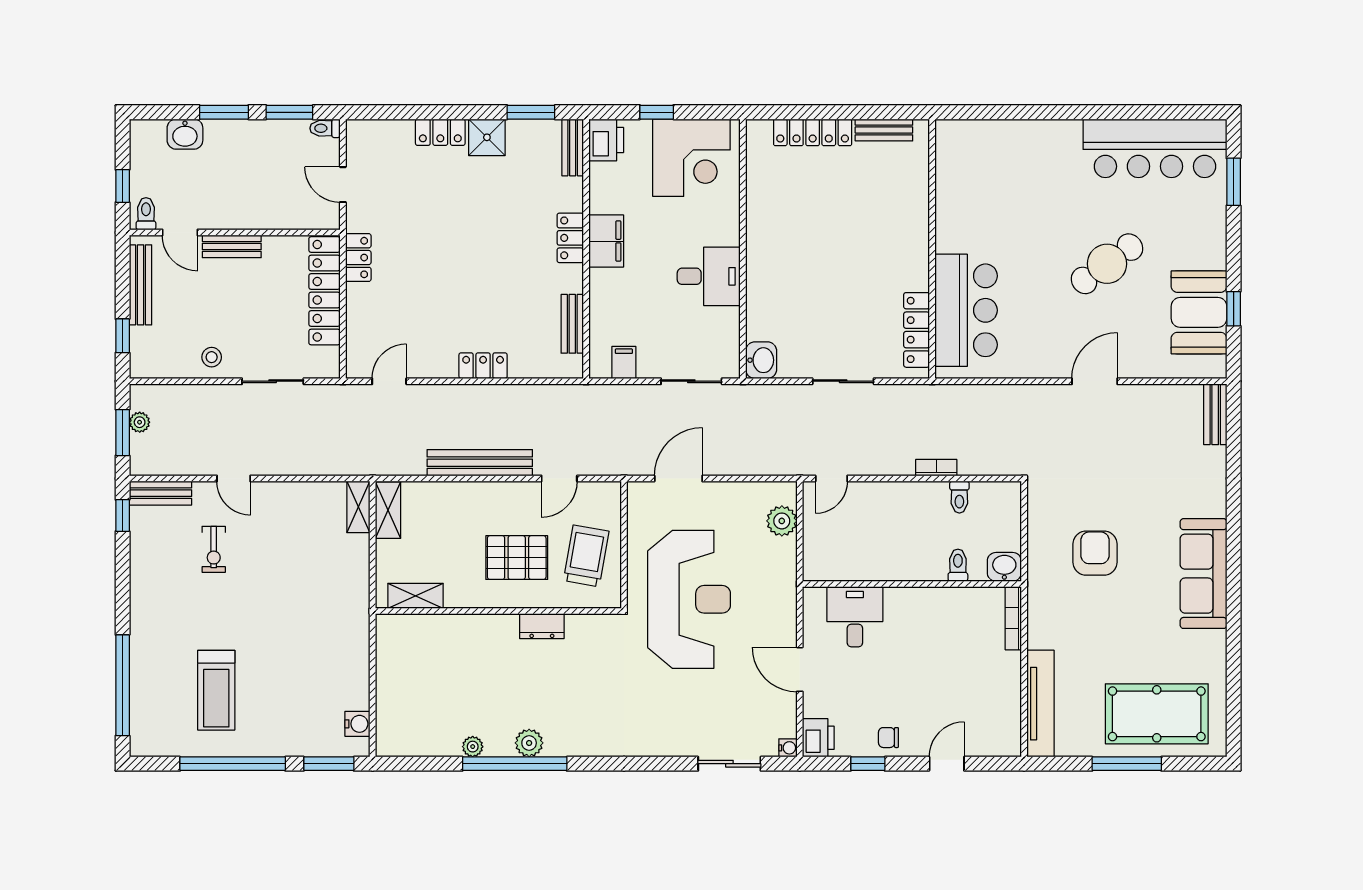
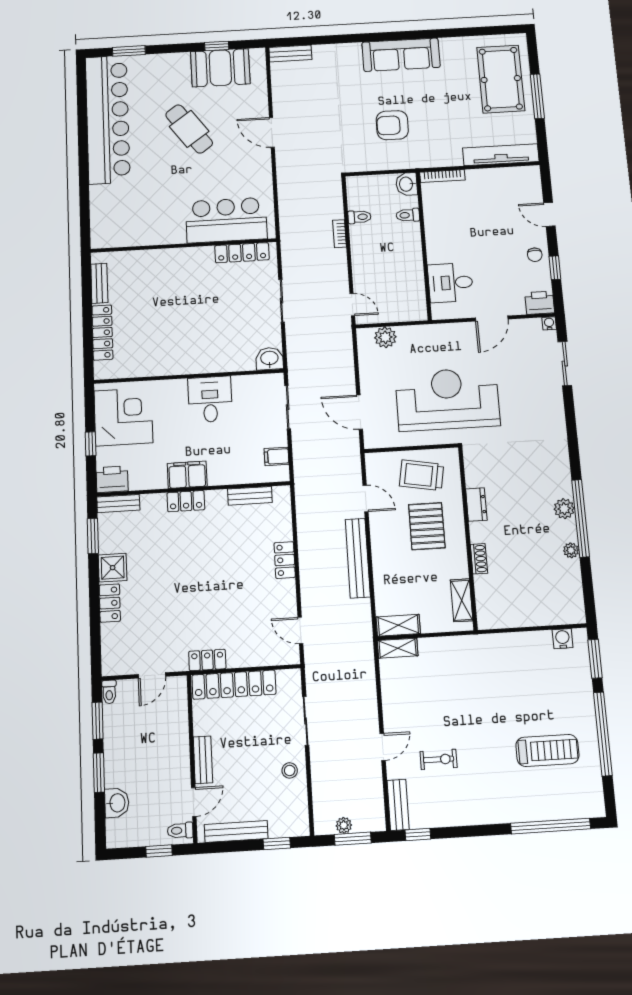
bar counter: (1155, 148) -> (108, 119), width x1.36
shoe rack: (469, 623) -> (479, 559), added

